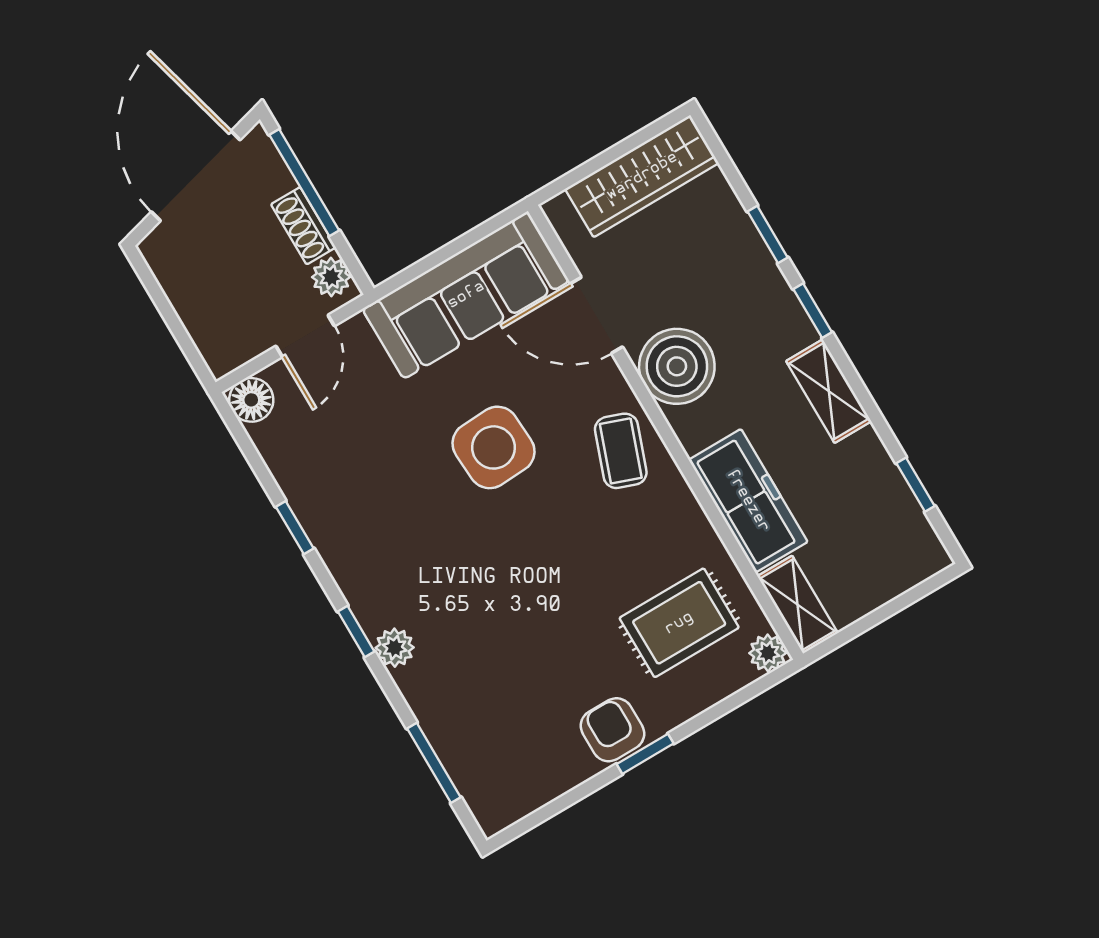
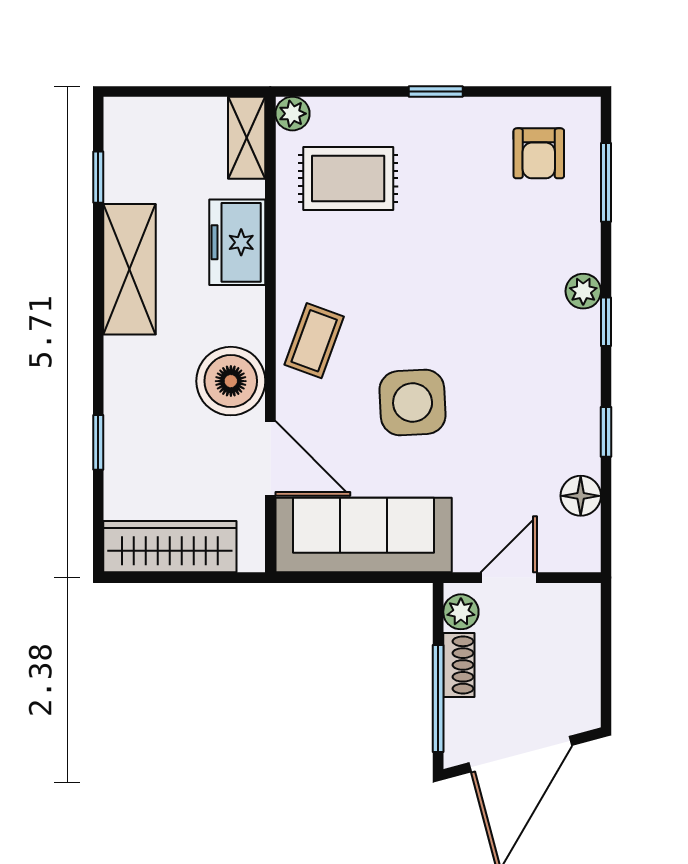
window: (813, 311) -> (98, 362), removed
shelving: (829, 391) -> (130, 269), width x1.50, depth x1.33
floor lamp: (251, 400) -> (581, 496), moved
freezer: (748, 501) -> (237, 242), width x0.71
armchair: (612, 730) -> (539, 153), moved

